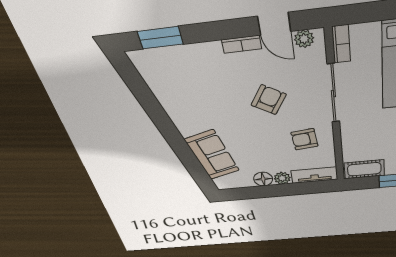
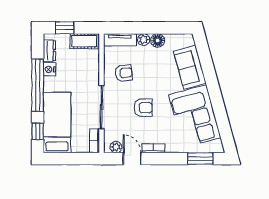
corner sofa: (188, 97) -> (195, 116), added
armchair: (269, 100) -> (143, 108), turned -122

